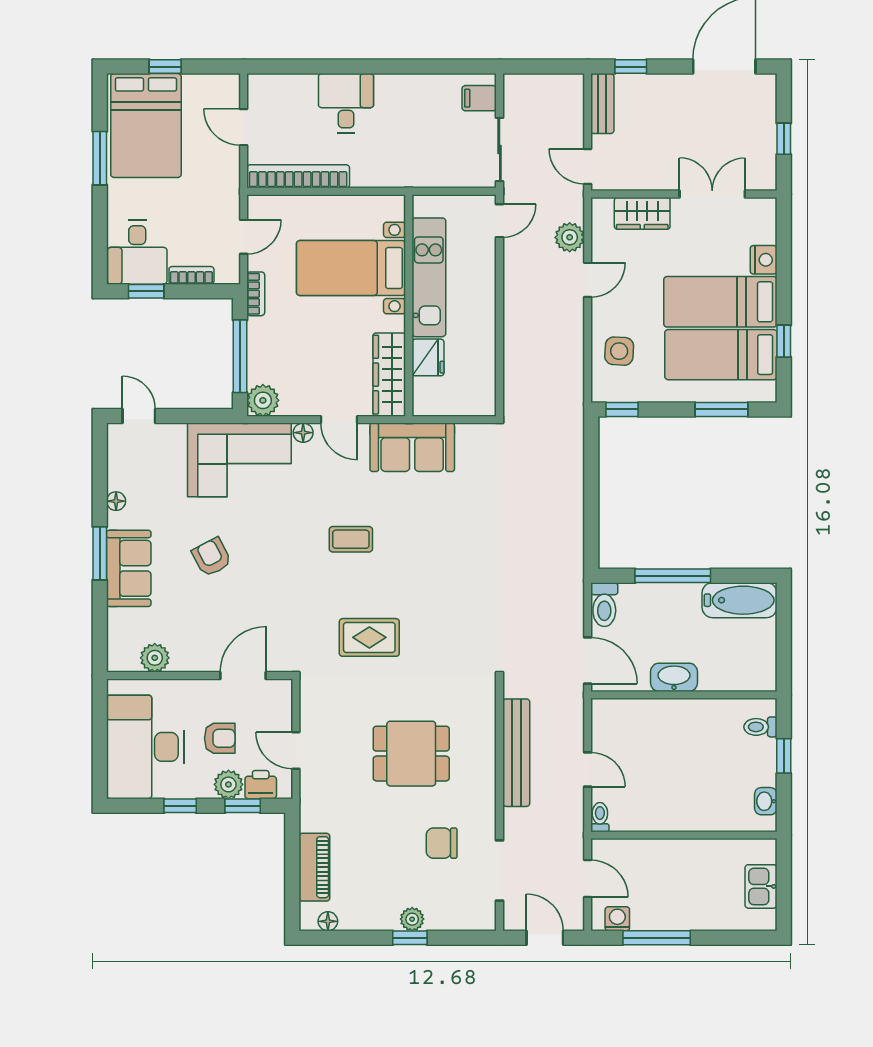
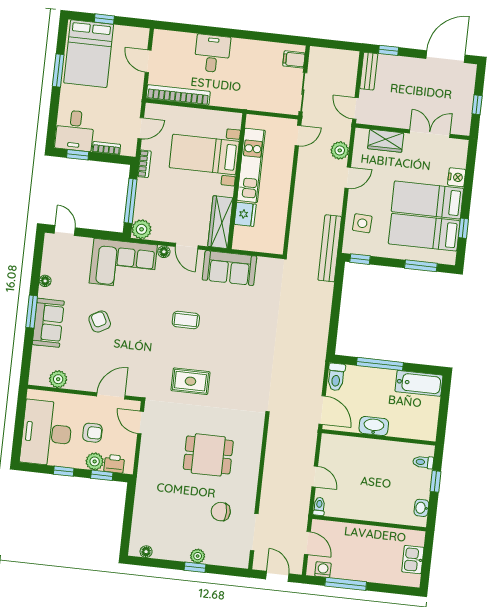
door: (296, 751) -> (141, 423), moved
bench: (516, 753) -> (330, 248), moved
piano: (314, 867) -> (142, 518), removed

